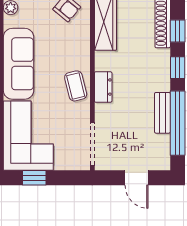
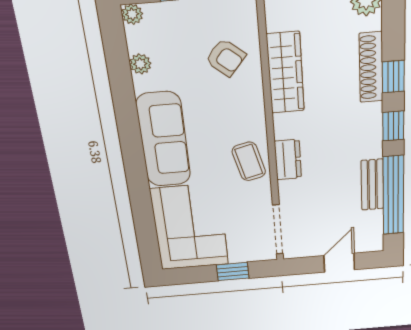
window: (34, 178) -> (233, 272), moved
door: (137, 178) -> (339, 263), swing flipped

